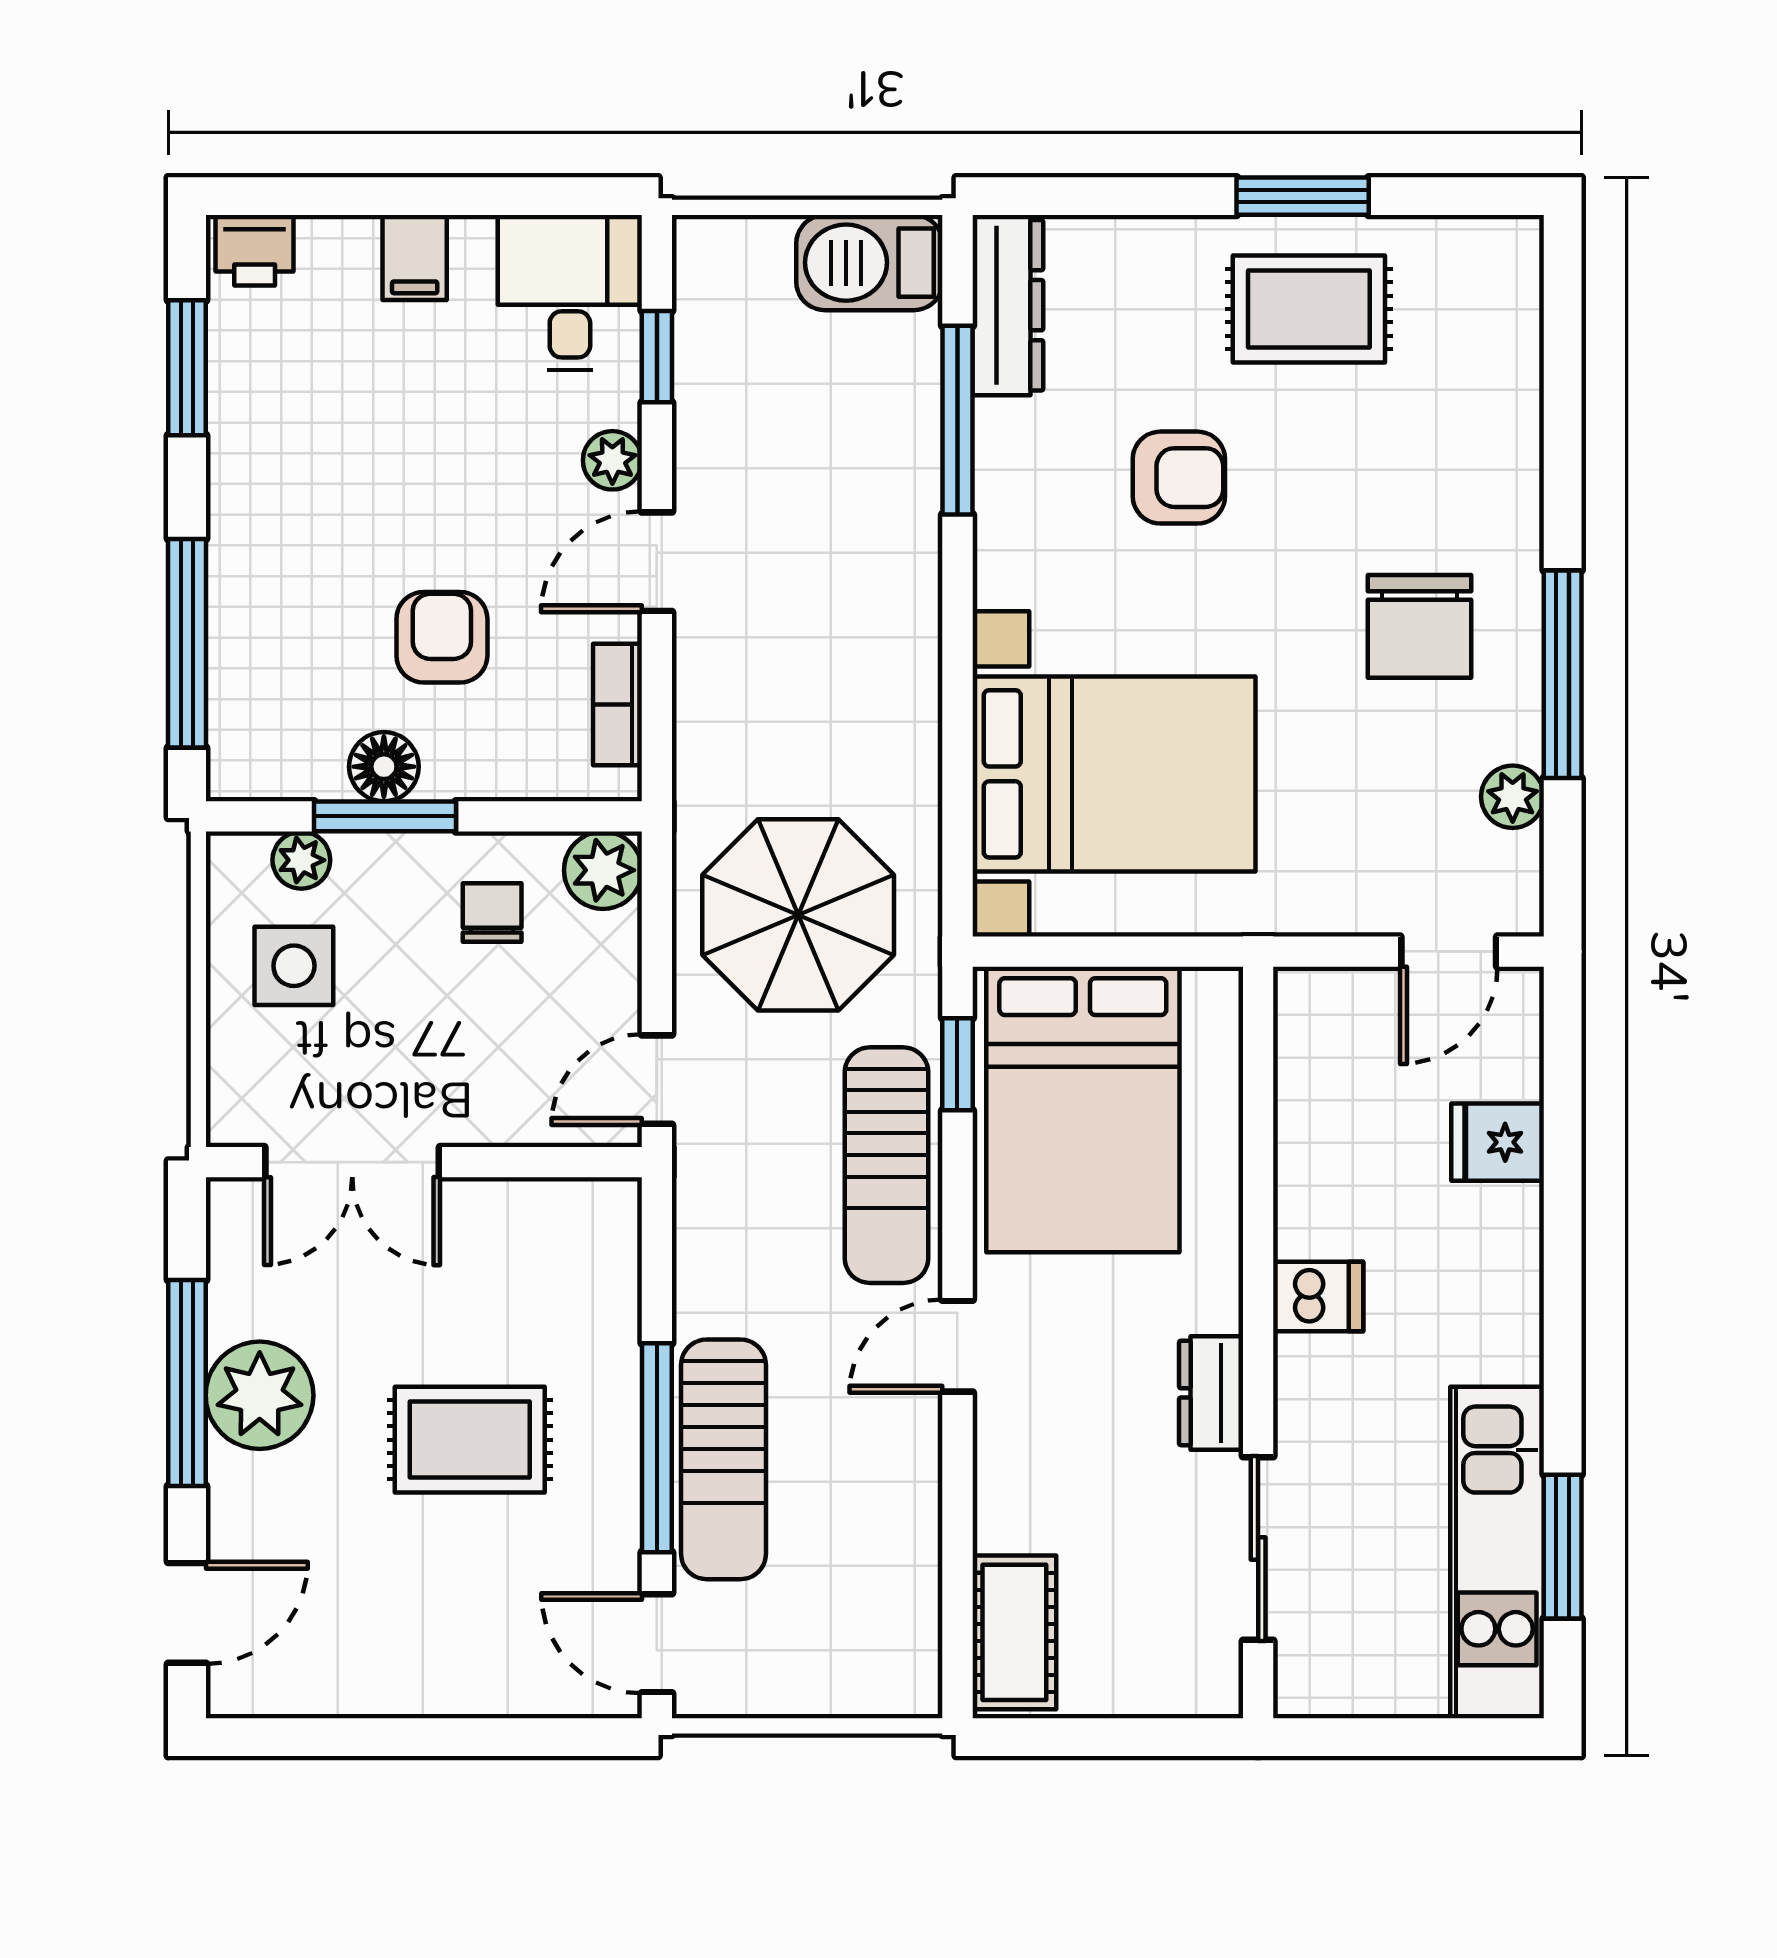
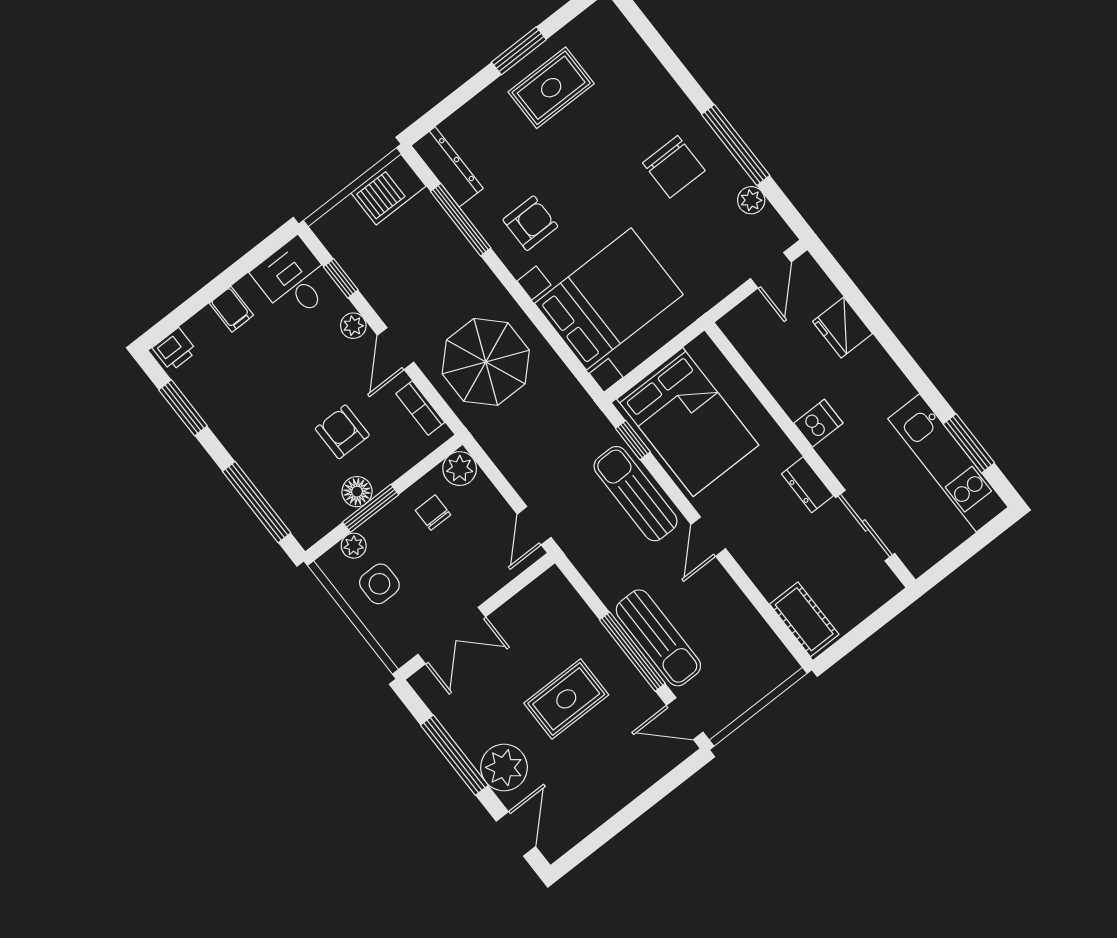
armchair: (1179, 478) -> (530, 223), moved
parasol: (798, 915) -> (486, 362), moved
fridge: (1498, 1142) -> (842, 328), width x1.38
sun lounger: (887, 1165) -> (636, 494), turned 180
plant: (260, 1395) -> (504, 768), moved

